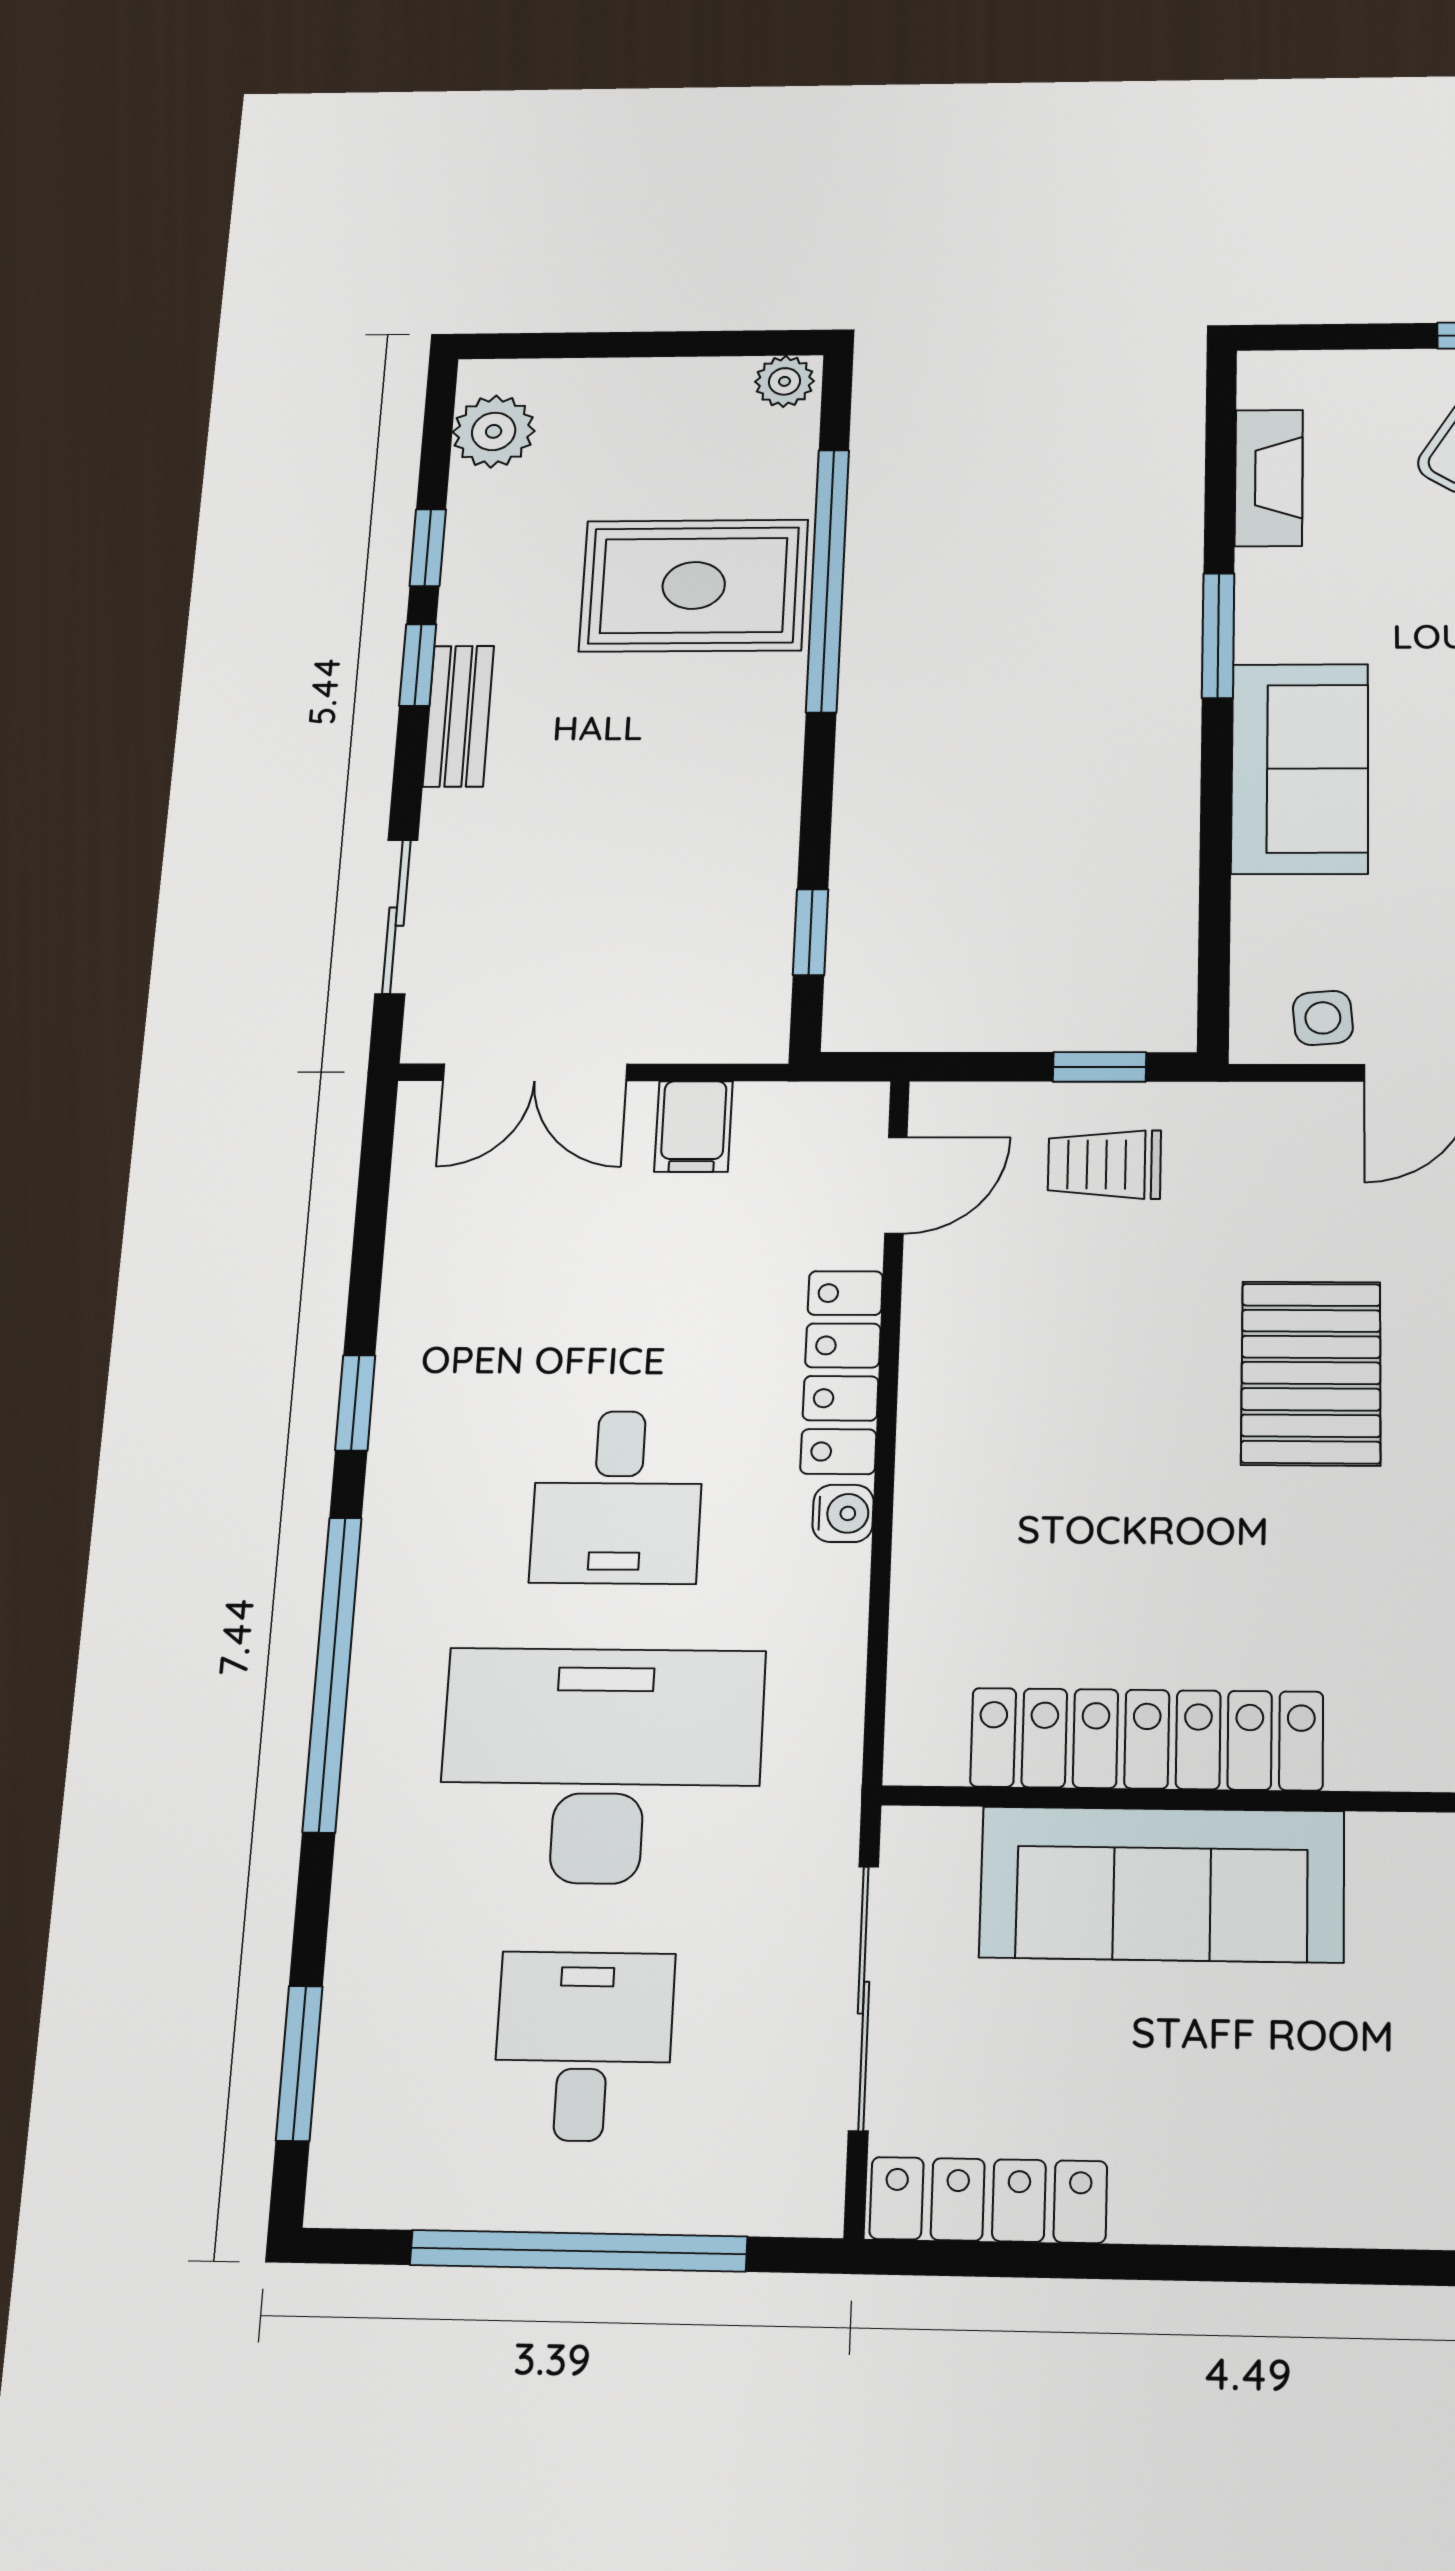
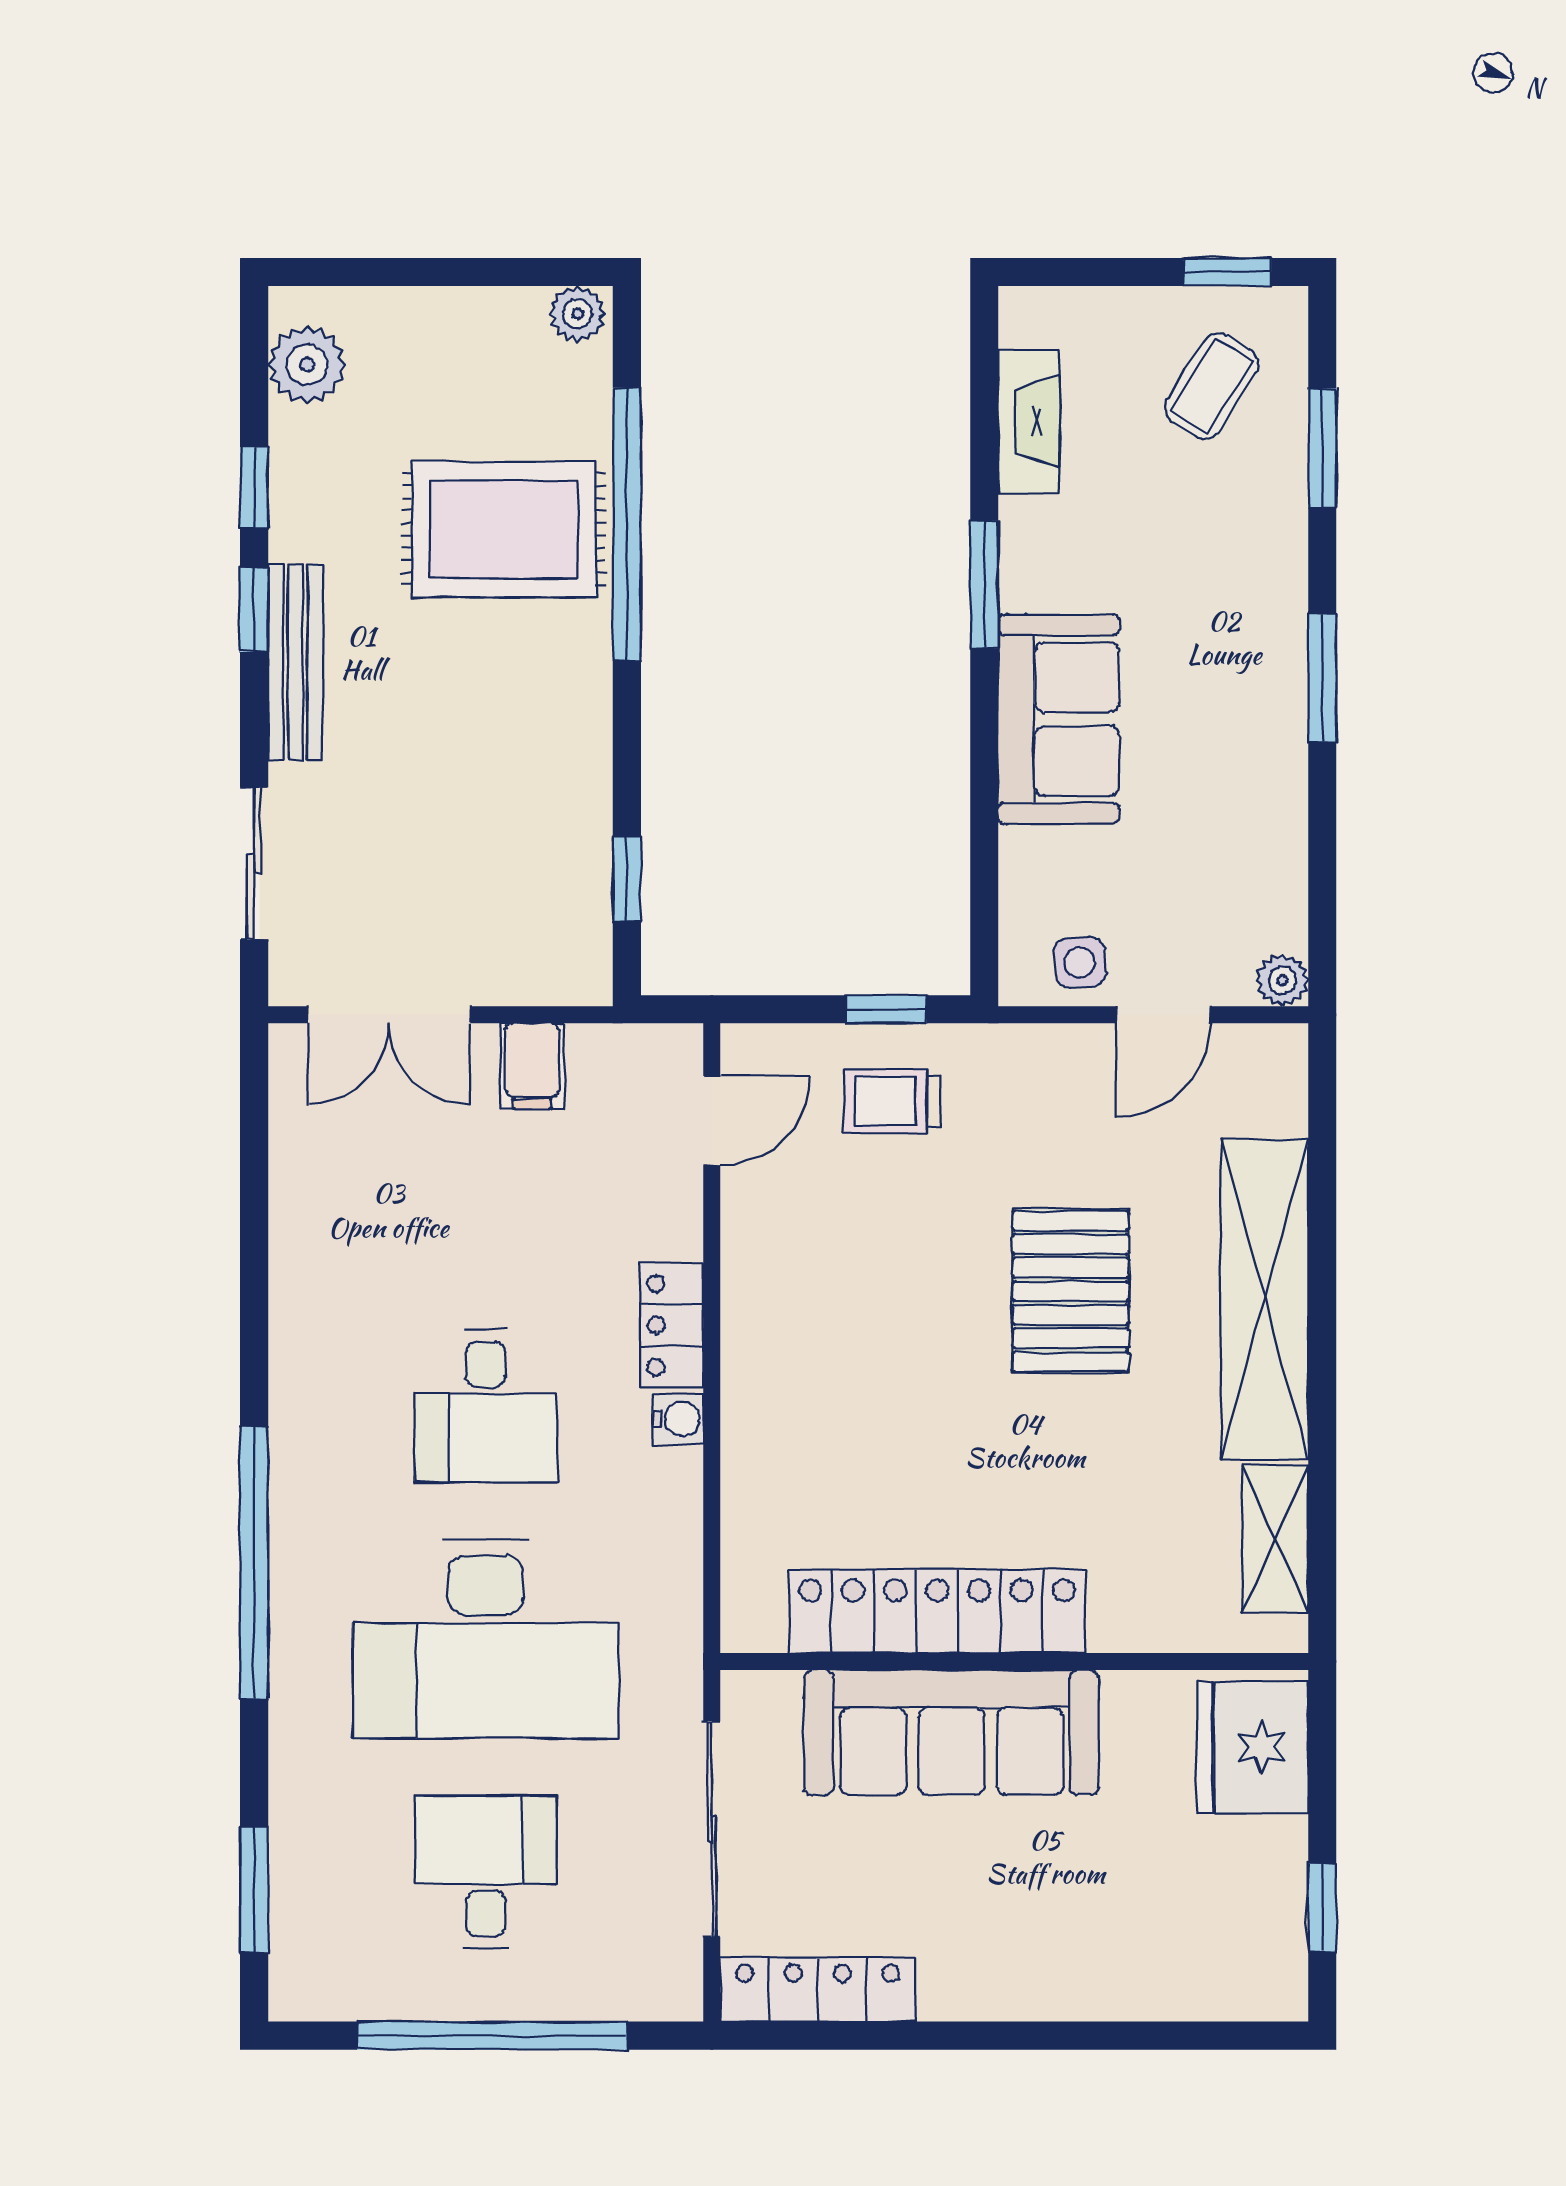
bench: (458, 716) -> (295, 662), width x1.36
locker: (842, 1372) -> (672, 1325), width x0.66
window: (355, 1403) -> (254, 1323), removed
desk: (601, 1765) -> (486, 1639), turned 180

